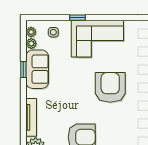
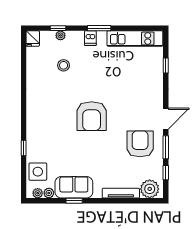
side table: (53, 32) -> (38, 172), width x1.87, depth x1.87
corner sofa: (97, 39) -> (44, 129), removed
armchair: (110, 87) -> (92, 116), turned -90

